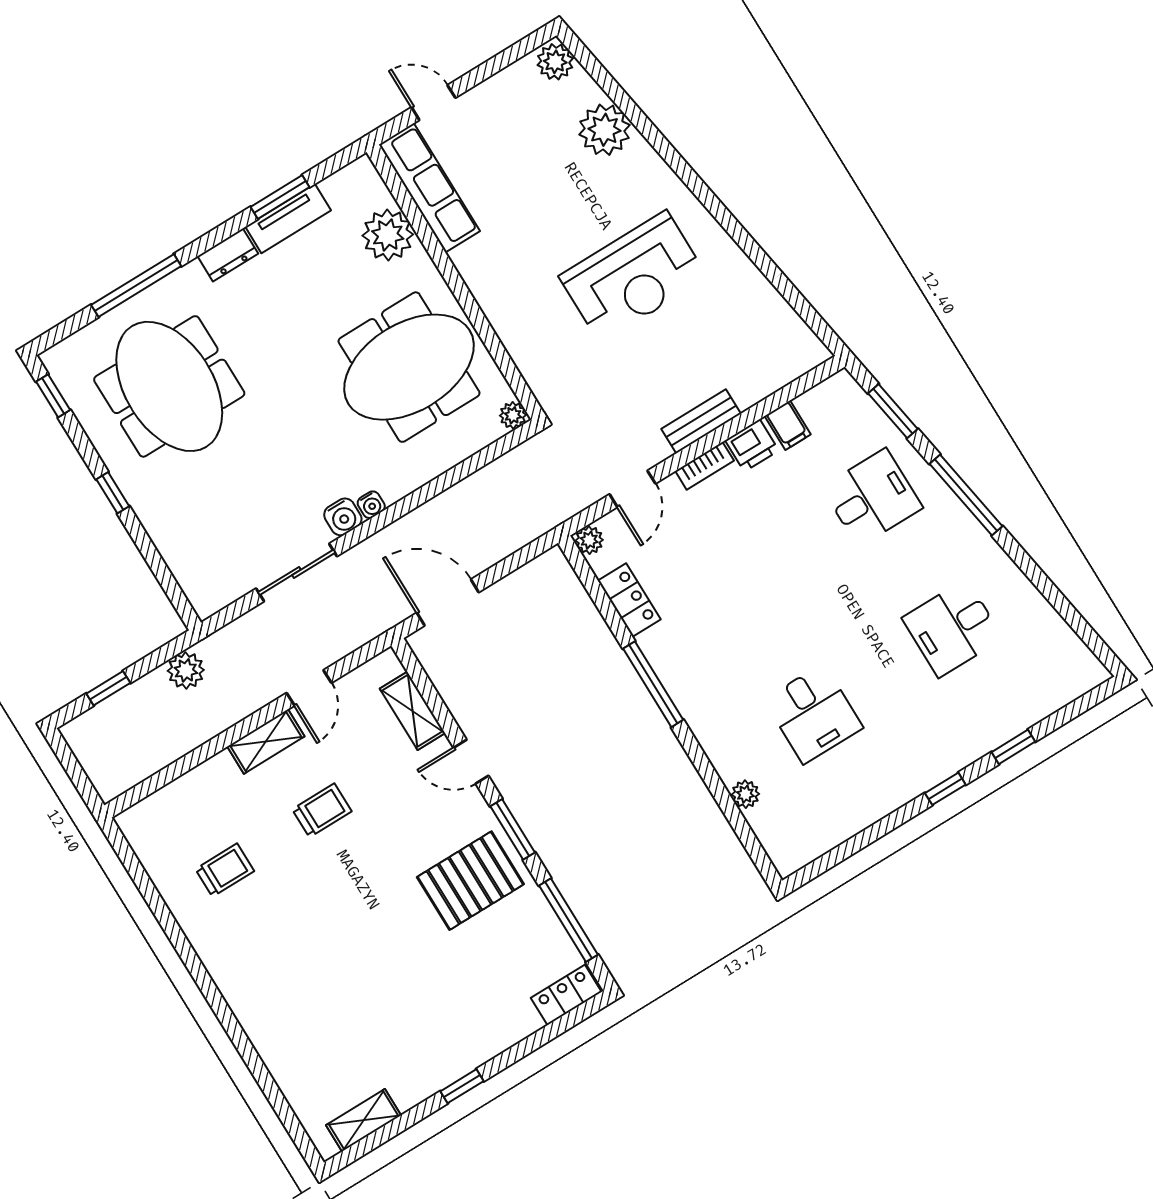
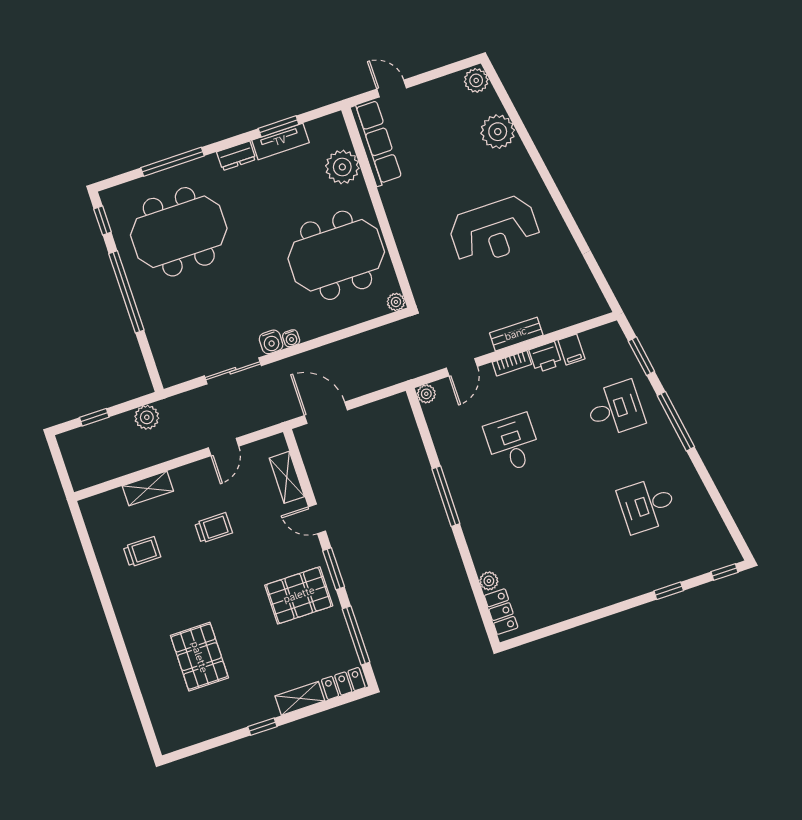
meeting table: (169, 386) -> (179, 232), turned 90
window: (113, 493) -> (126, 292), width x3.17
locker: (629, 600) -> (501, 612), moved
desk: (813, 714) -> (513, 443), moved, turned 180
shelving: (266, 741) -> (148, 488), moved
window: (945, 789) -> (724, 572), moved
pallet: (345, 1005) -> (199, 657), added
shelving: (364, 1120) -> (300, 698), moved

